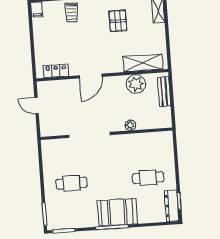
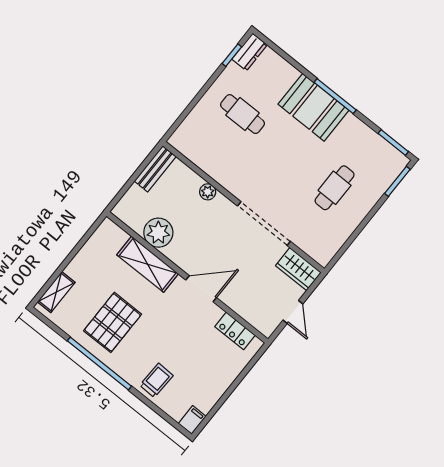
pallet: (118, 21) -> (113, 322), width x1.50, depth x1.42
shelving: (143, 63) -> (148, 264), moved
bench: (164, 92) -> (155, 169), moved
wardrobe: (53, 128) -> (298, 269), added
cafe table: (72, 183) -> (335, 188), turned 90
dresser: (172, 206) -> (250, 52), width x0.70

